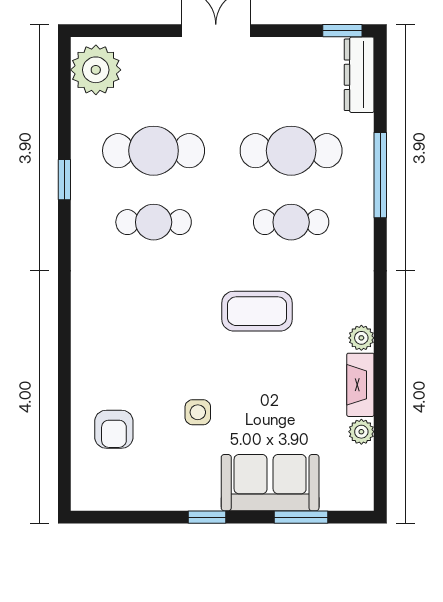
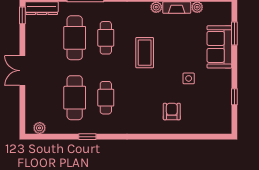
plant: (96, 70) -> (40, 128), width x0.53, depth x0.53
armchair: (114, 429) -> (172, 112), moved, turned -90
window: (207, 517) -> (234, 97), moved

